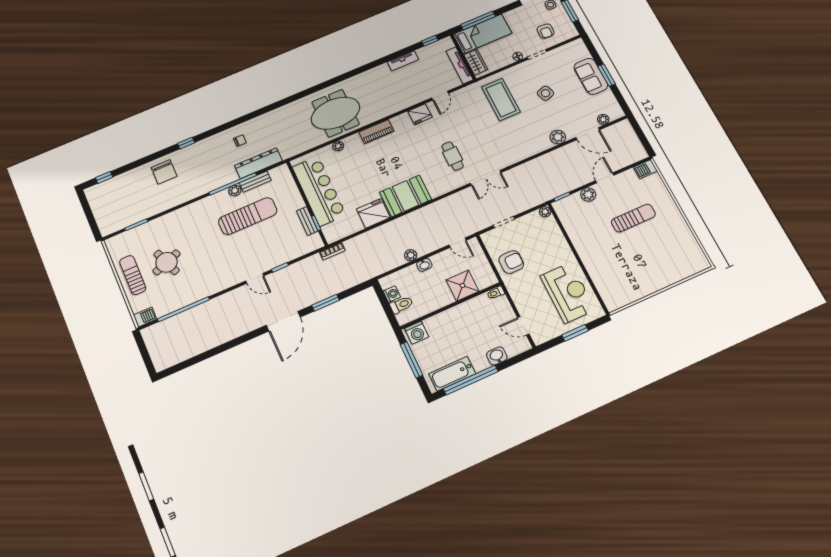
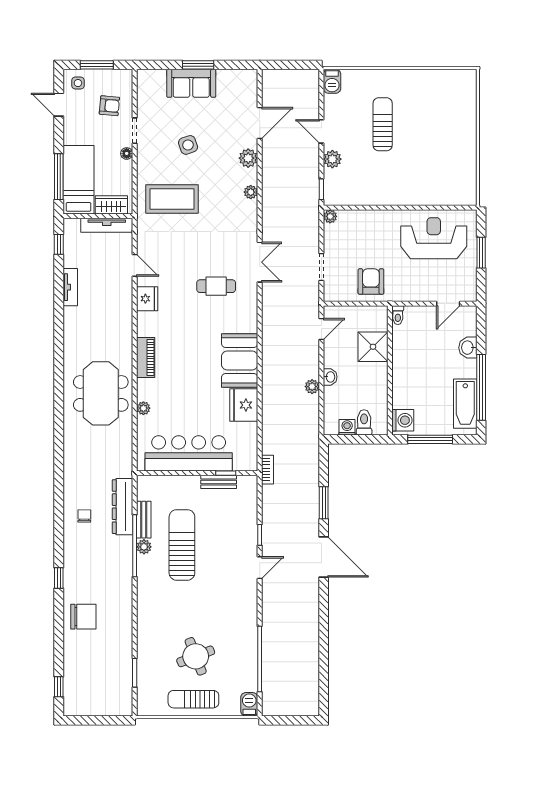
plant: (603, 119) -> (251, 192), moved

